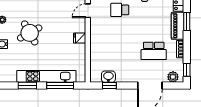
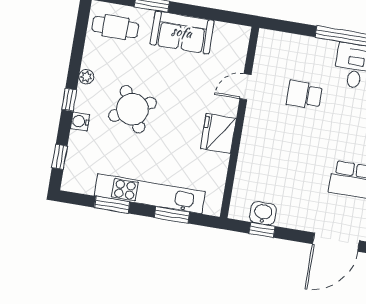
fridge: (80, 38) -> (218, 133), width x1.88, depth x1.34
window: (60, 86) -> (172, 215), width x0.69

